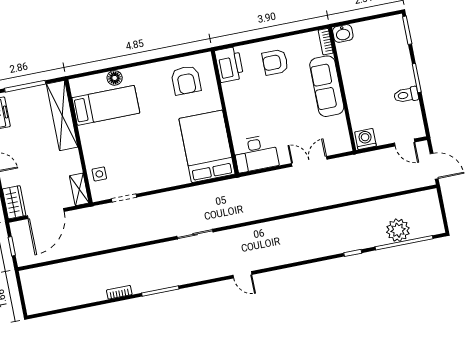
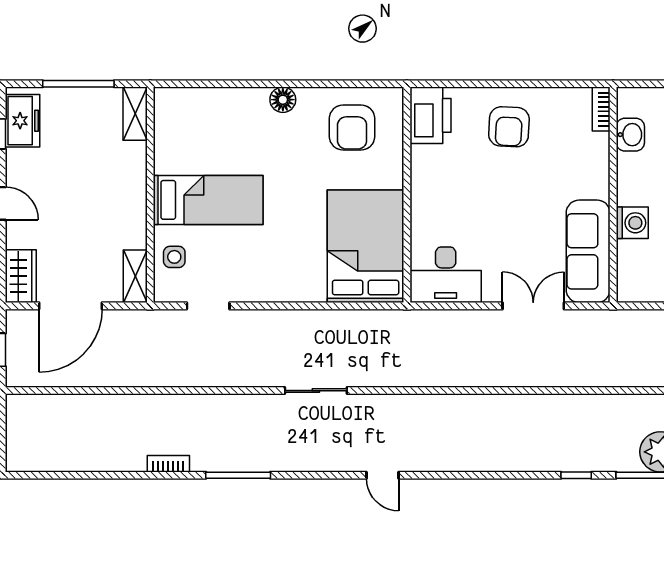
washbasin: (343, 33) -> (630, 135), moved, turned -90
armchair: (275, 62) -> (509, 127), turned -87
floor lamp: (115, 78) -> (283, 100), moved
sofa: (327, 86) -> (588, 251), moved
bed: (106, 105) -> (208, 200), moved
shelving: (62, 116) -> (135, 114), width x0.45, depth x0.75
washing machine: (365, 139) -> (632, 223), moved, turned 90

